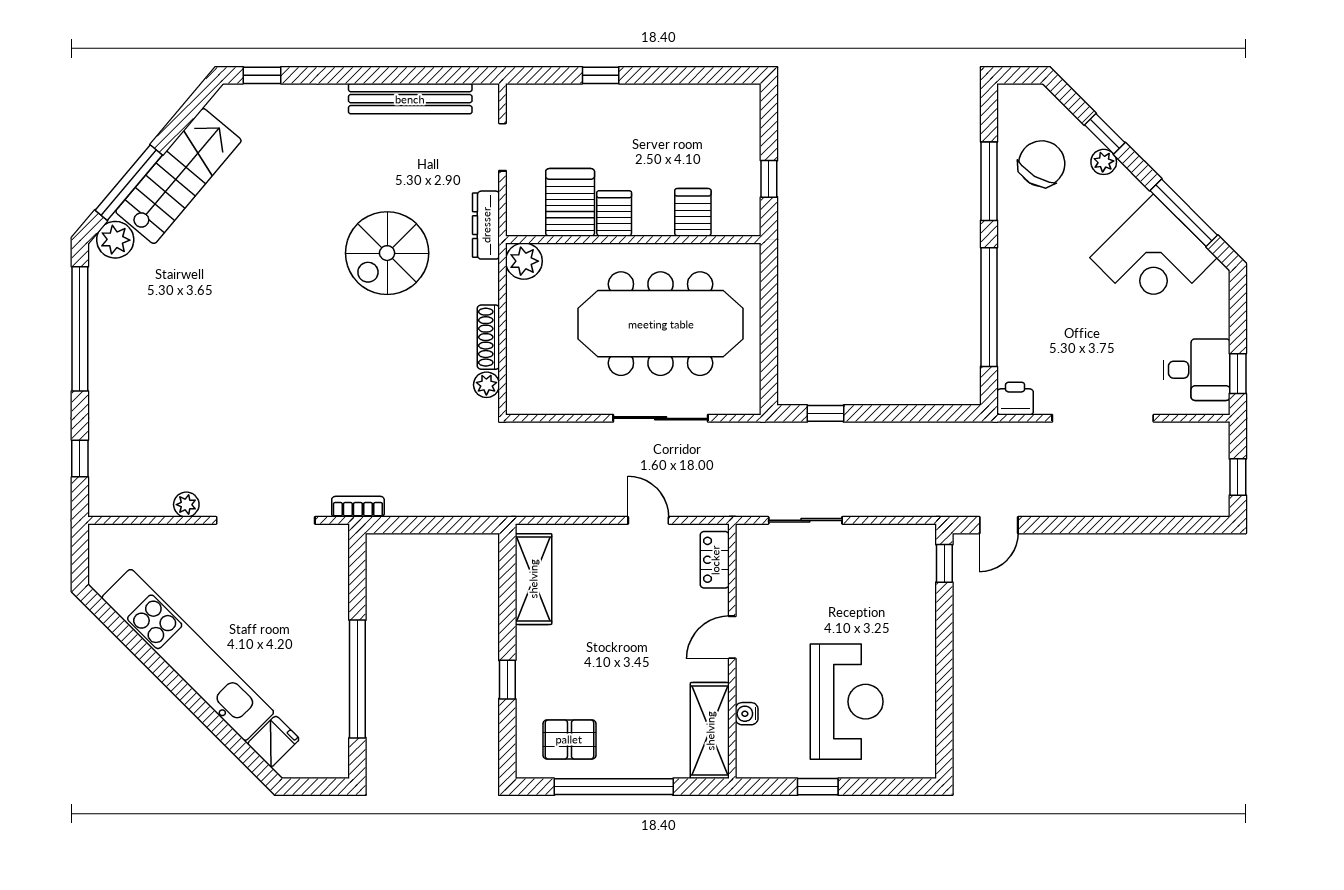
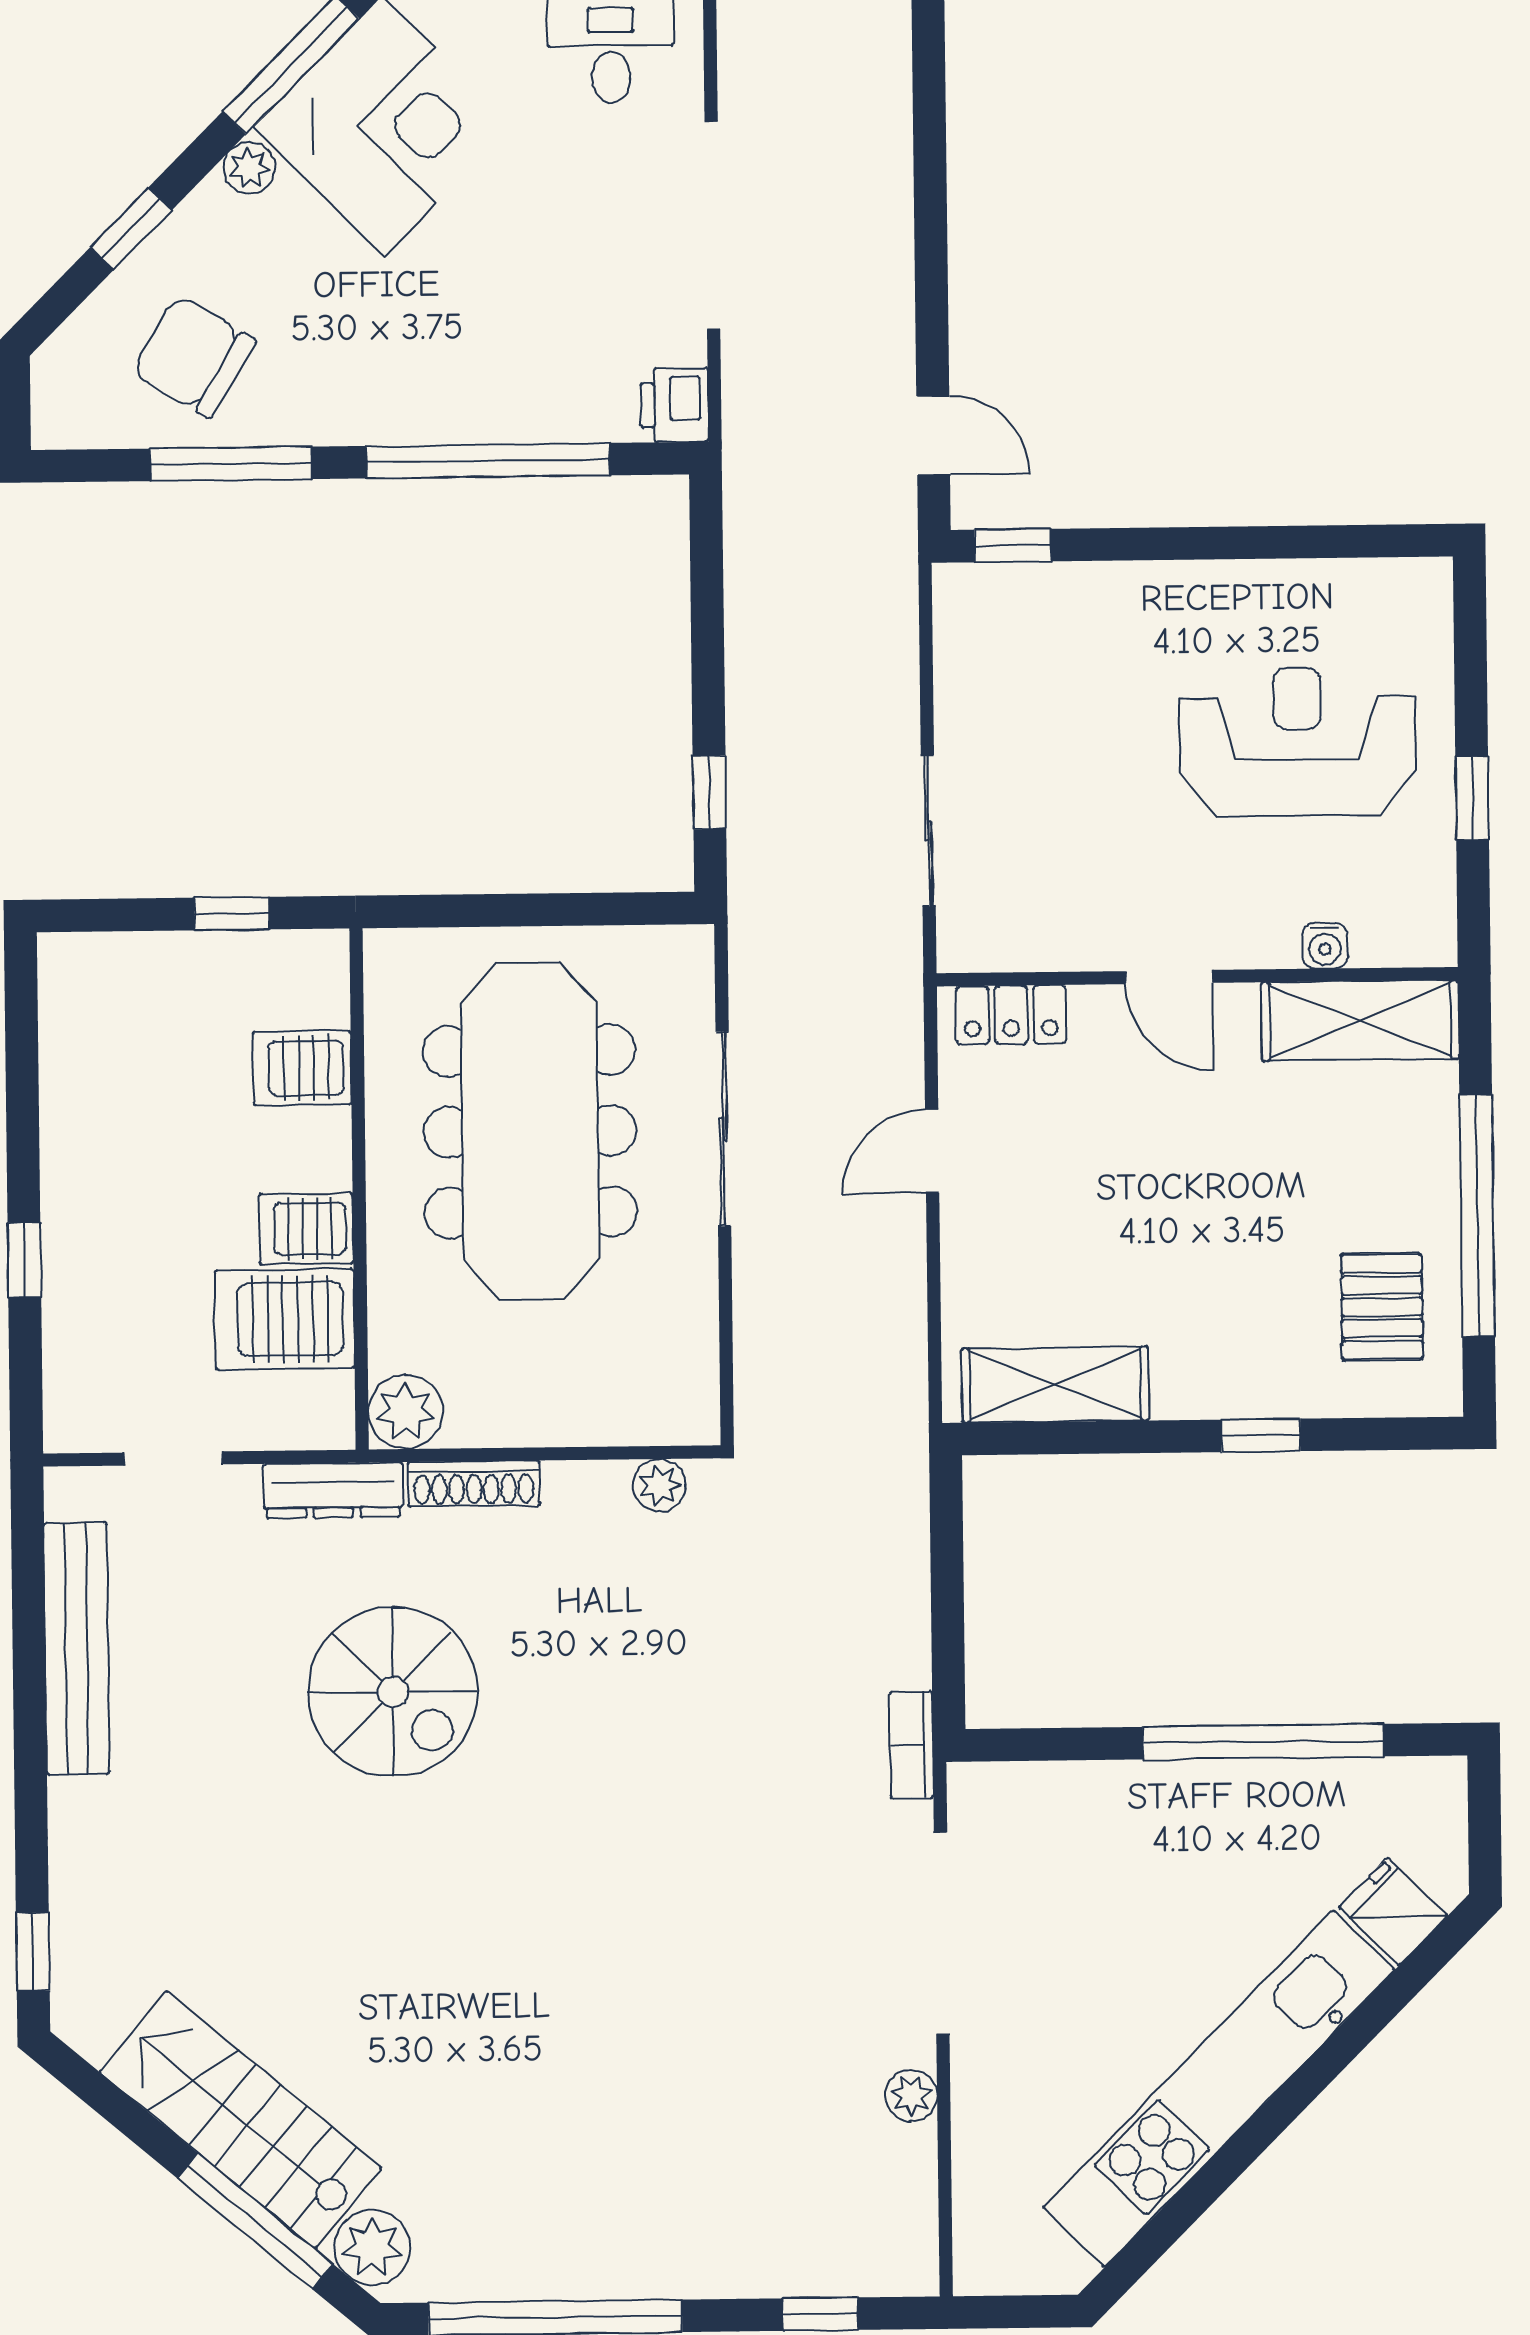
plant: (1104, 162) -> (249, 168), moved
shoe rack: (488, 337) -> (474, 1484), moved

